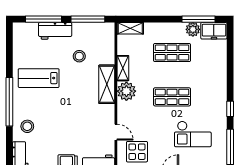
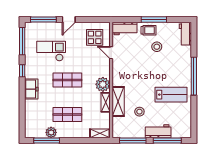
freezer: (214, 31) -> (31, 89), moved, turned 90
shelving: (107, 84) -> (118, 101), moved
stool: (27, 126) -> (157, 47), moved

